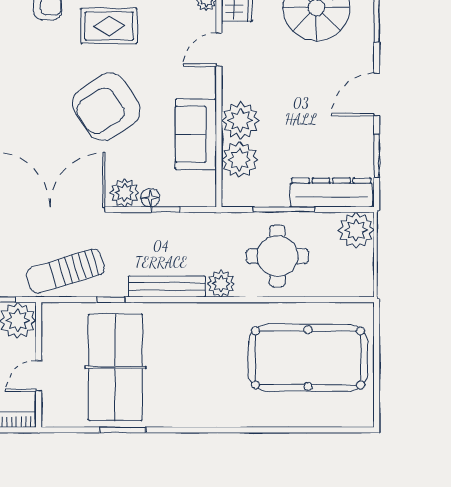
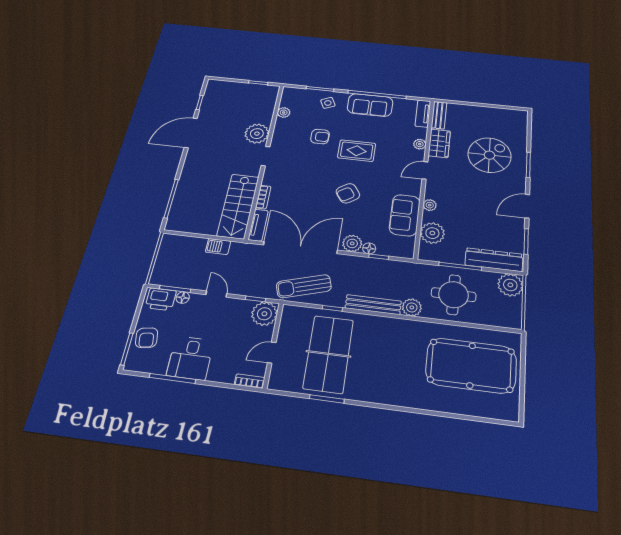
armchair: (106, 107) -> (348, 193), width x0.53, depth x0.53
plant: (240, 121) -> (430, 205), width x0.53, depth x0.53

